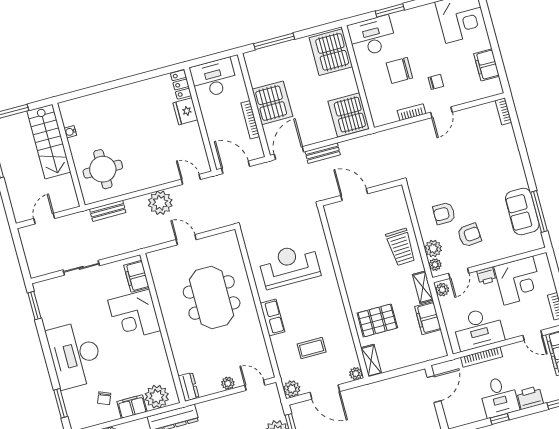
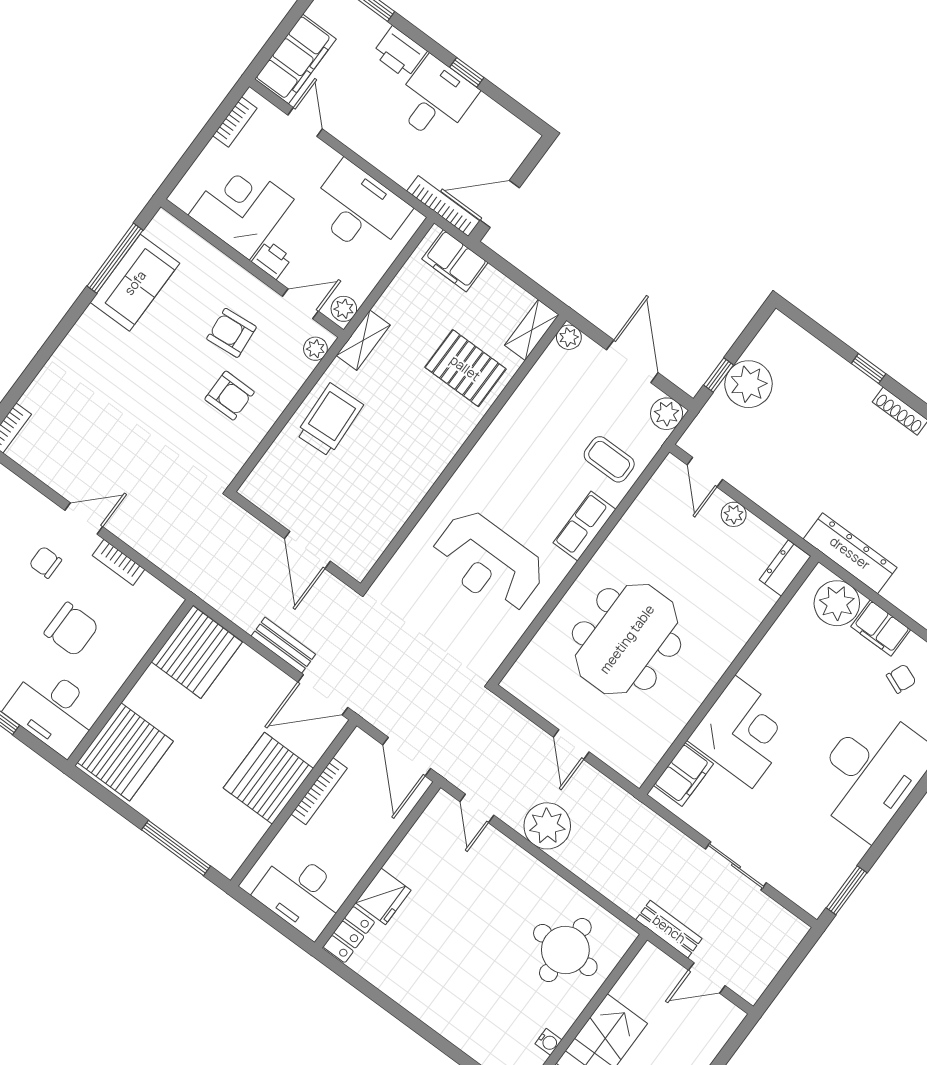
bench: (108, 211) -> (669, 929), moved
plant: (433, 248) -> (294, 371), removed
filing cabinet: (428, 318) -> (455, 261), moved, turned 90
coffee table: (312, 348) -> (609, 459), moved
bookcase: (482, 357) -> (443, 206), moved

